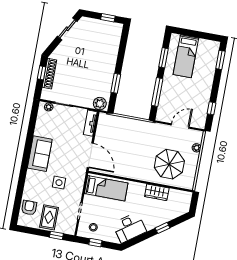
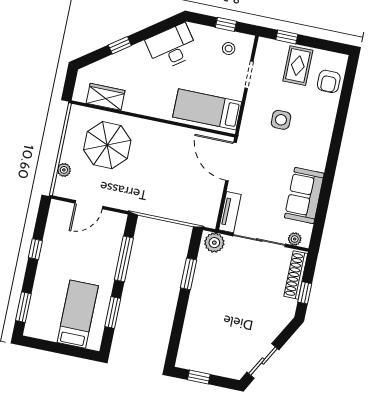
shoe rack: (49, 74) -> (296, 275), moved
window: (211, 108) -> (35, 249), moved
sofa: (40, 154) -> (304, 196), moved
wardrobe: (157, 192) -> (106, 97), moved

